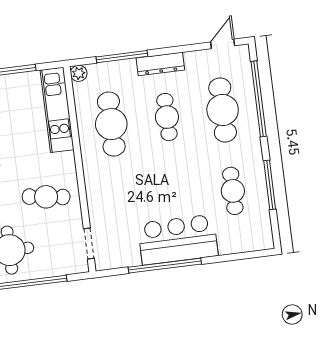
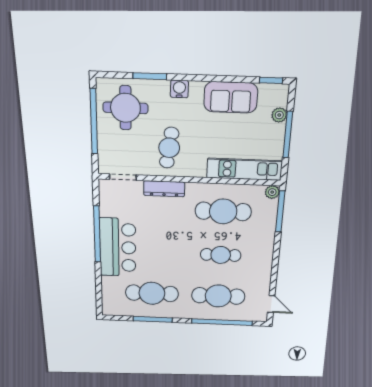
window: (122, 57) -> (280, 212), moved
dresser: (160, 64) -> (164, 189), moved, turned -90
cafe table: (233, 191) -> (152, 293), width x1.37, depth x1.35

